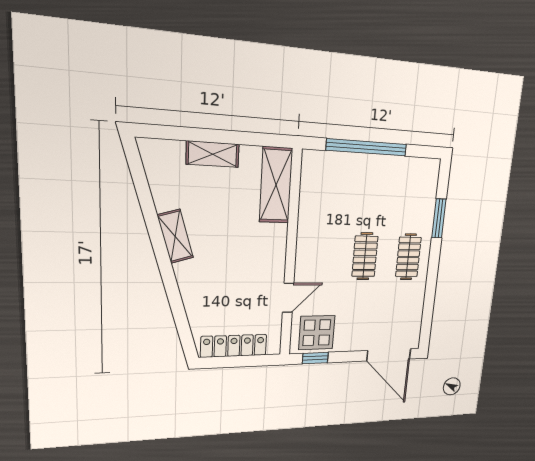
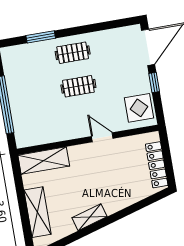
shelving: (213, 154) -> (38, 212), width x1.50, depth x1.33
door: (288, 298) -> (102, 137), moved
window: (315, 358) -> (154, 82), moved

